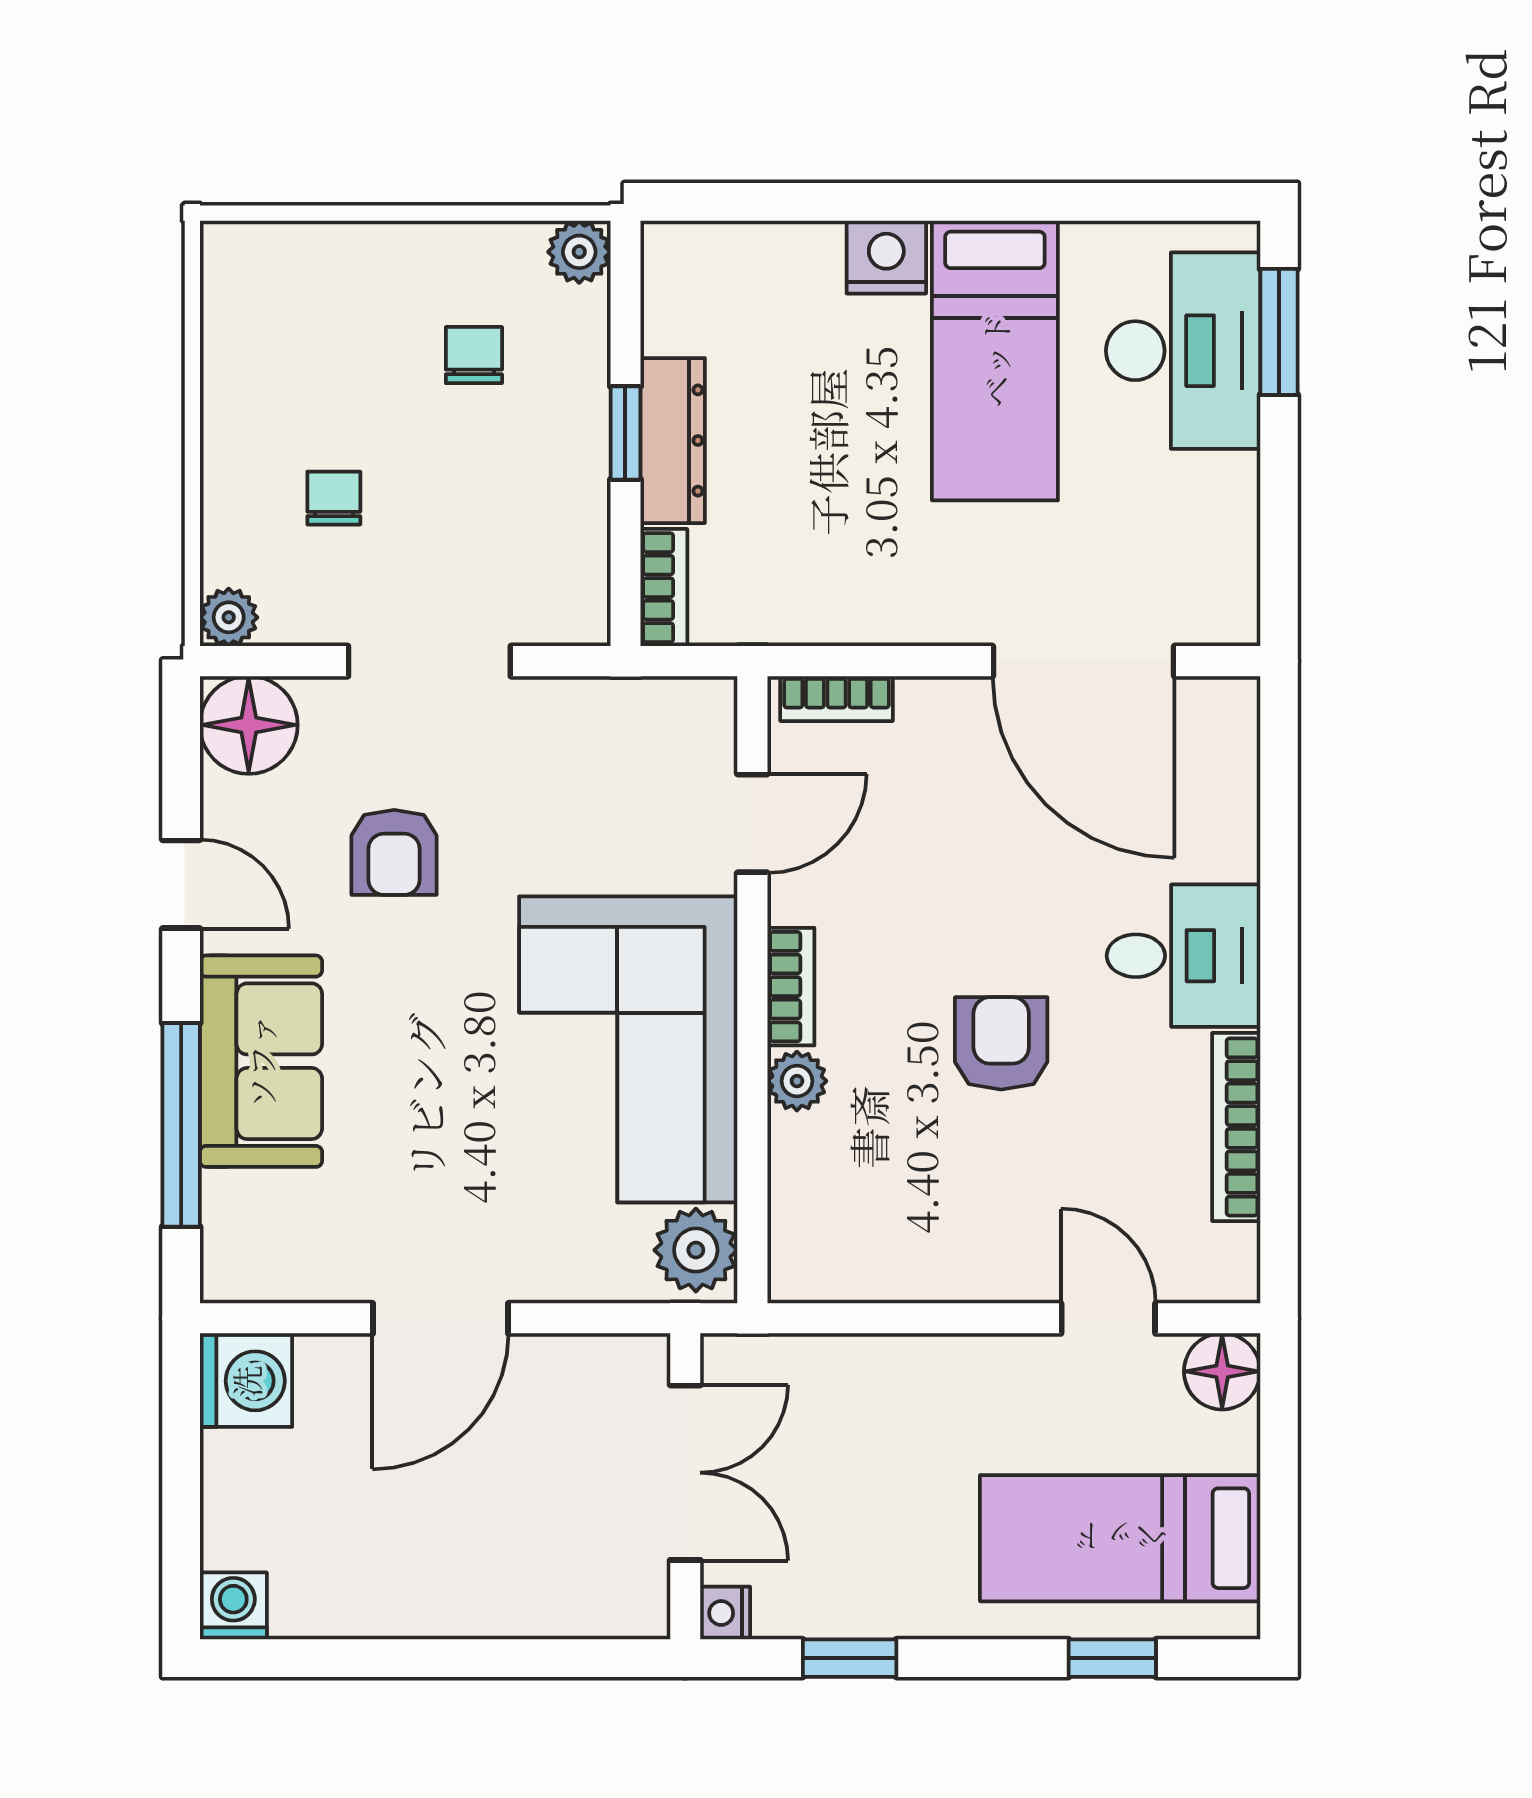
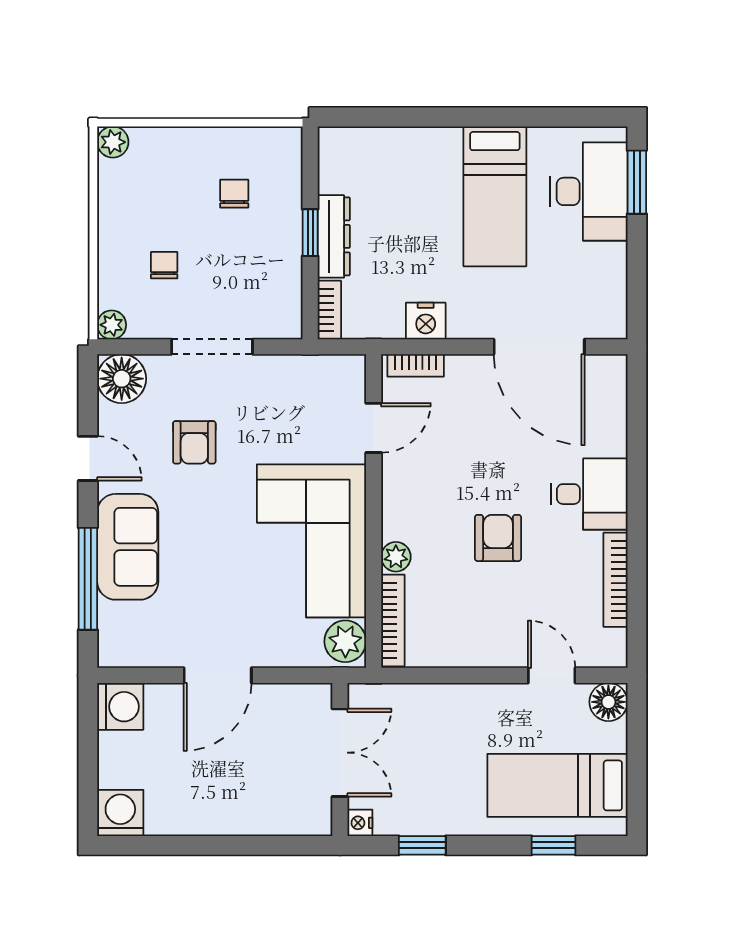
plant: (579, 252) -> (113, 142), moved
nightstand: (886, 257) -> (426, 321), moved, turned 180
bookcase: (791, 987) -> (393, 621), moved, width x1.56
washing machine: (233, 1606) -> (120, 813), width x1.38, depth x1.38

